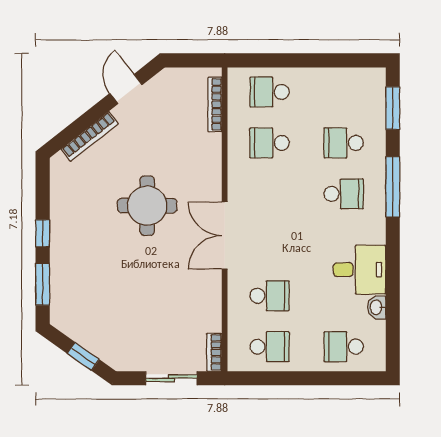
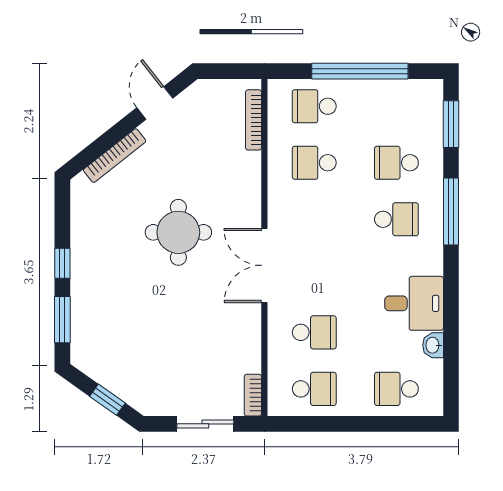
window: (311, 60) -> (360, 71), added

